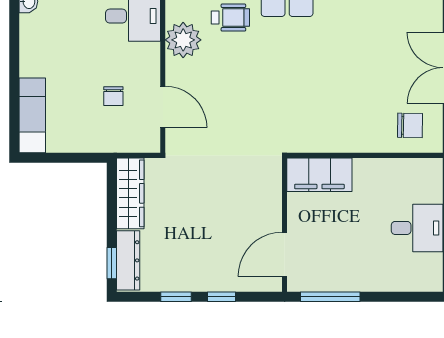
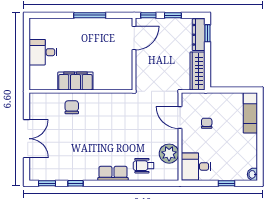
chair: (410, 125) -> (72, 107), moved, turned 89
filing cabinet: (319, 175) -> (75, 81), moved
wall: (285, 225) -> (134, 54), moved
door: (285, 254) -> (134, 38), moved

